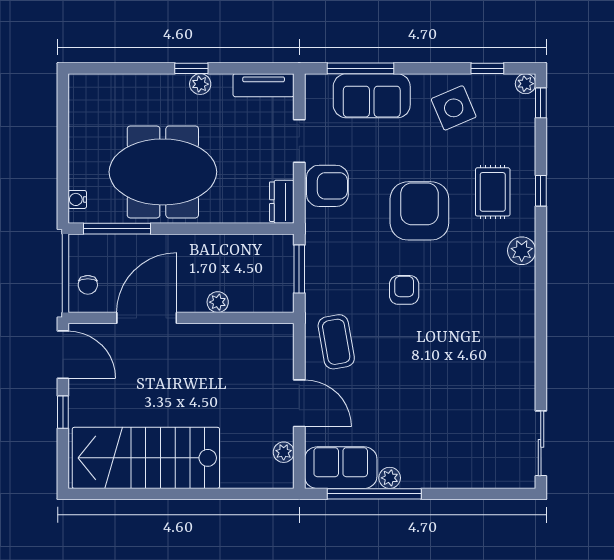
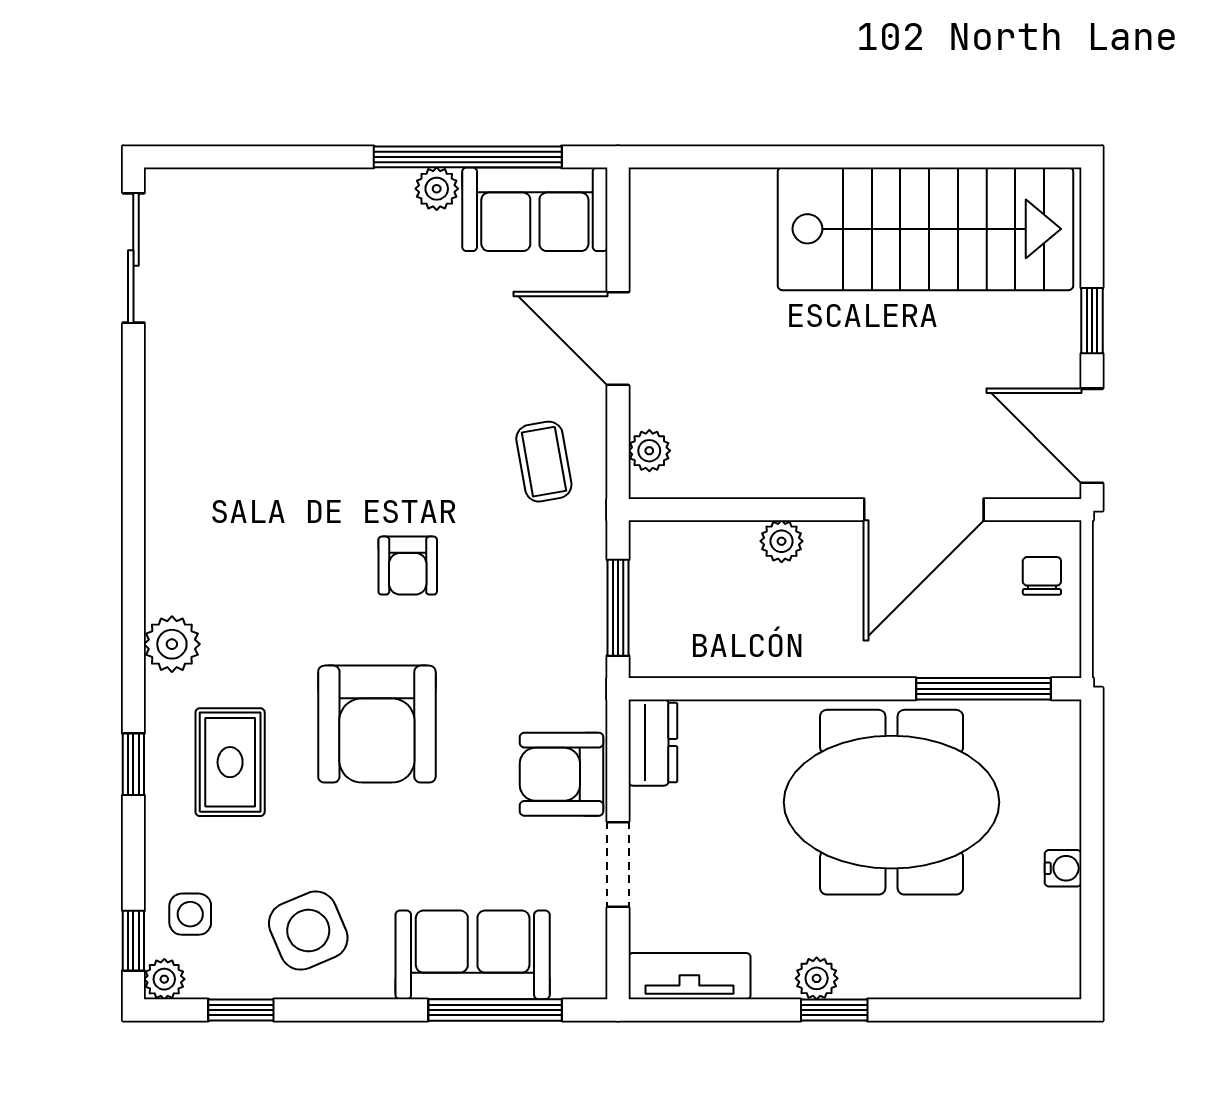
side table: (513, 116) -> (190, 914), added
water cooler: (77, 199) -> (1063, 868), moved
coffee table: (336, 342) -> (544, 462), width x0.73, depth x0.77
plant: (284, 452) -> (649, 451), moved

